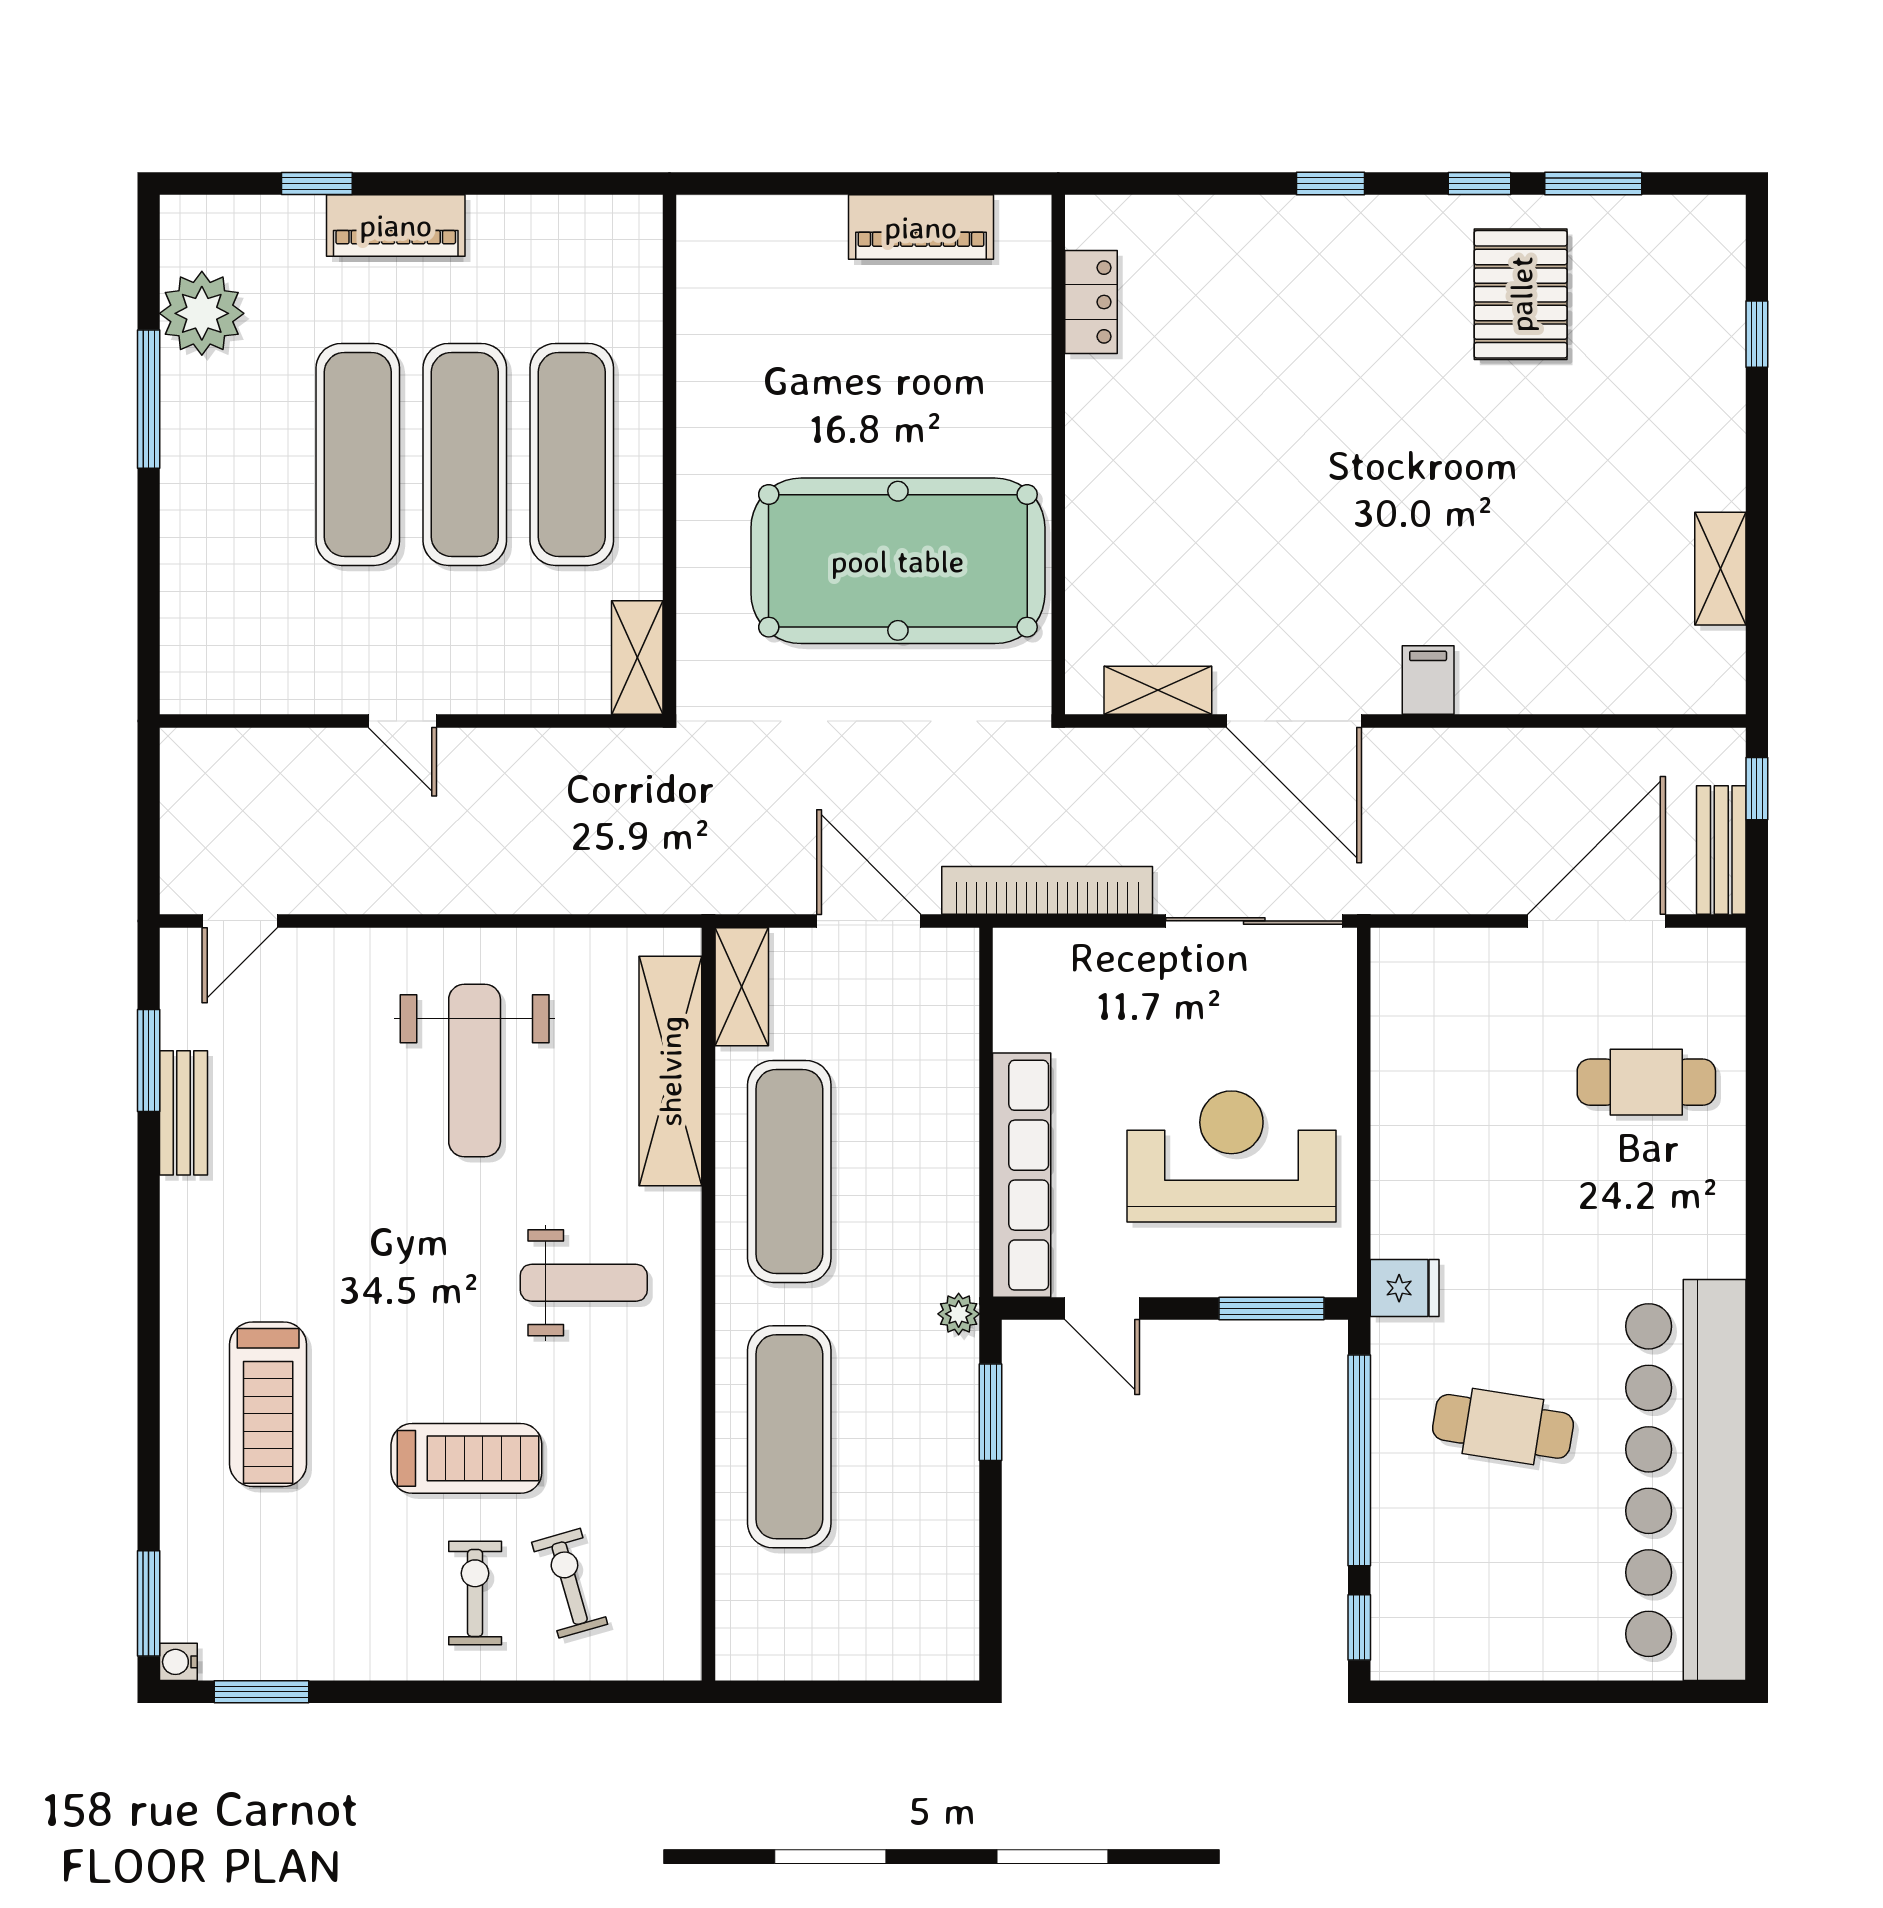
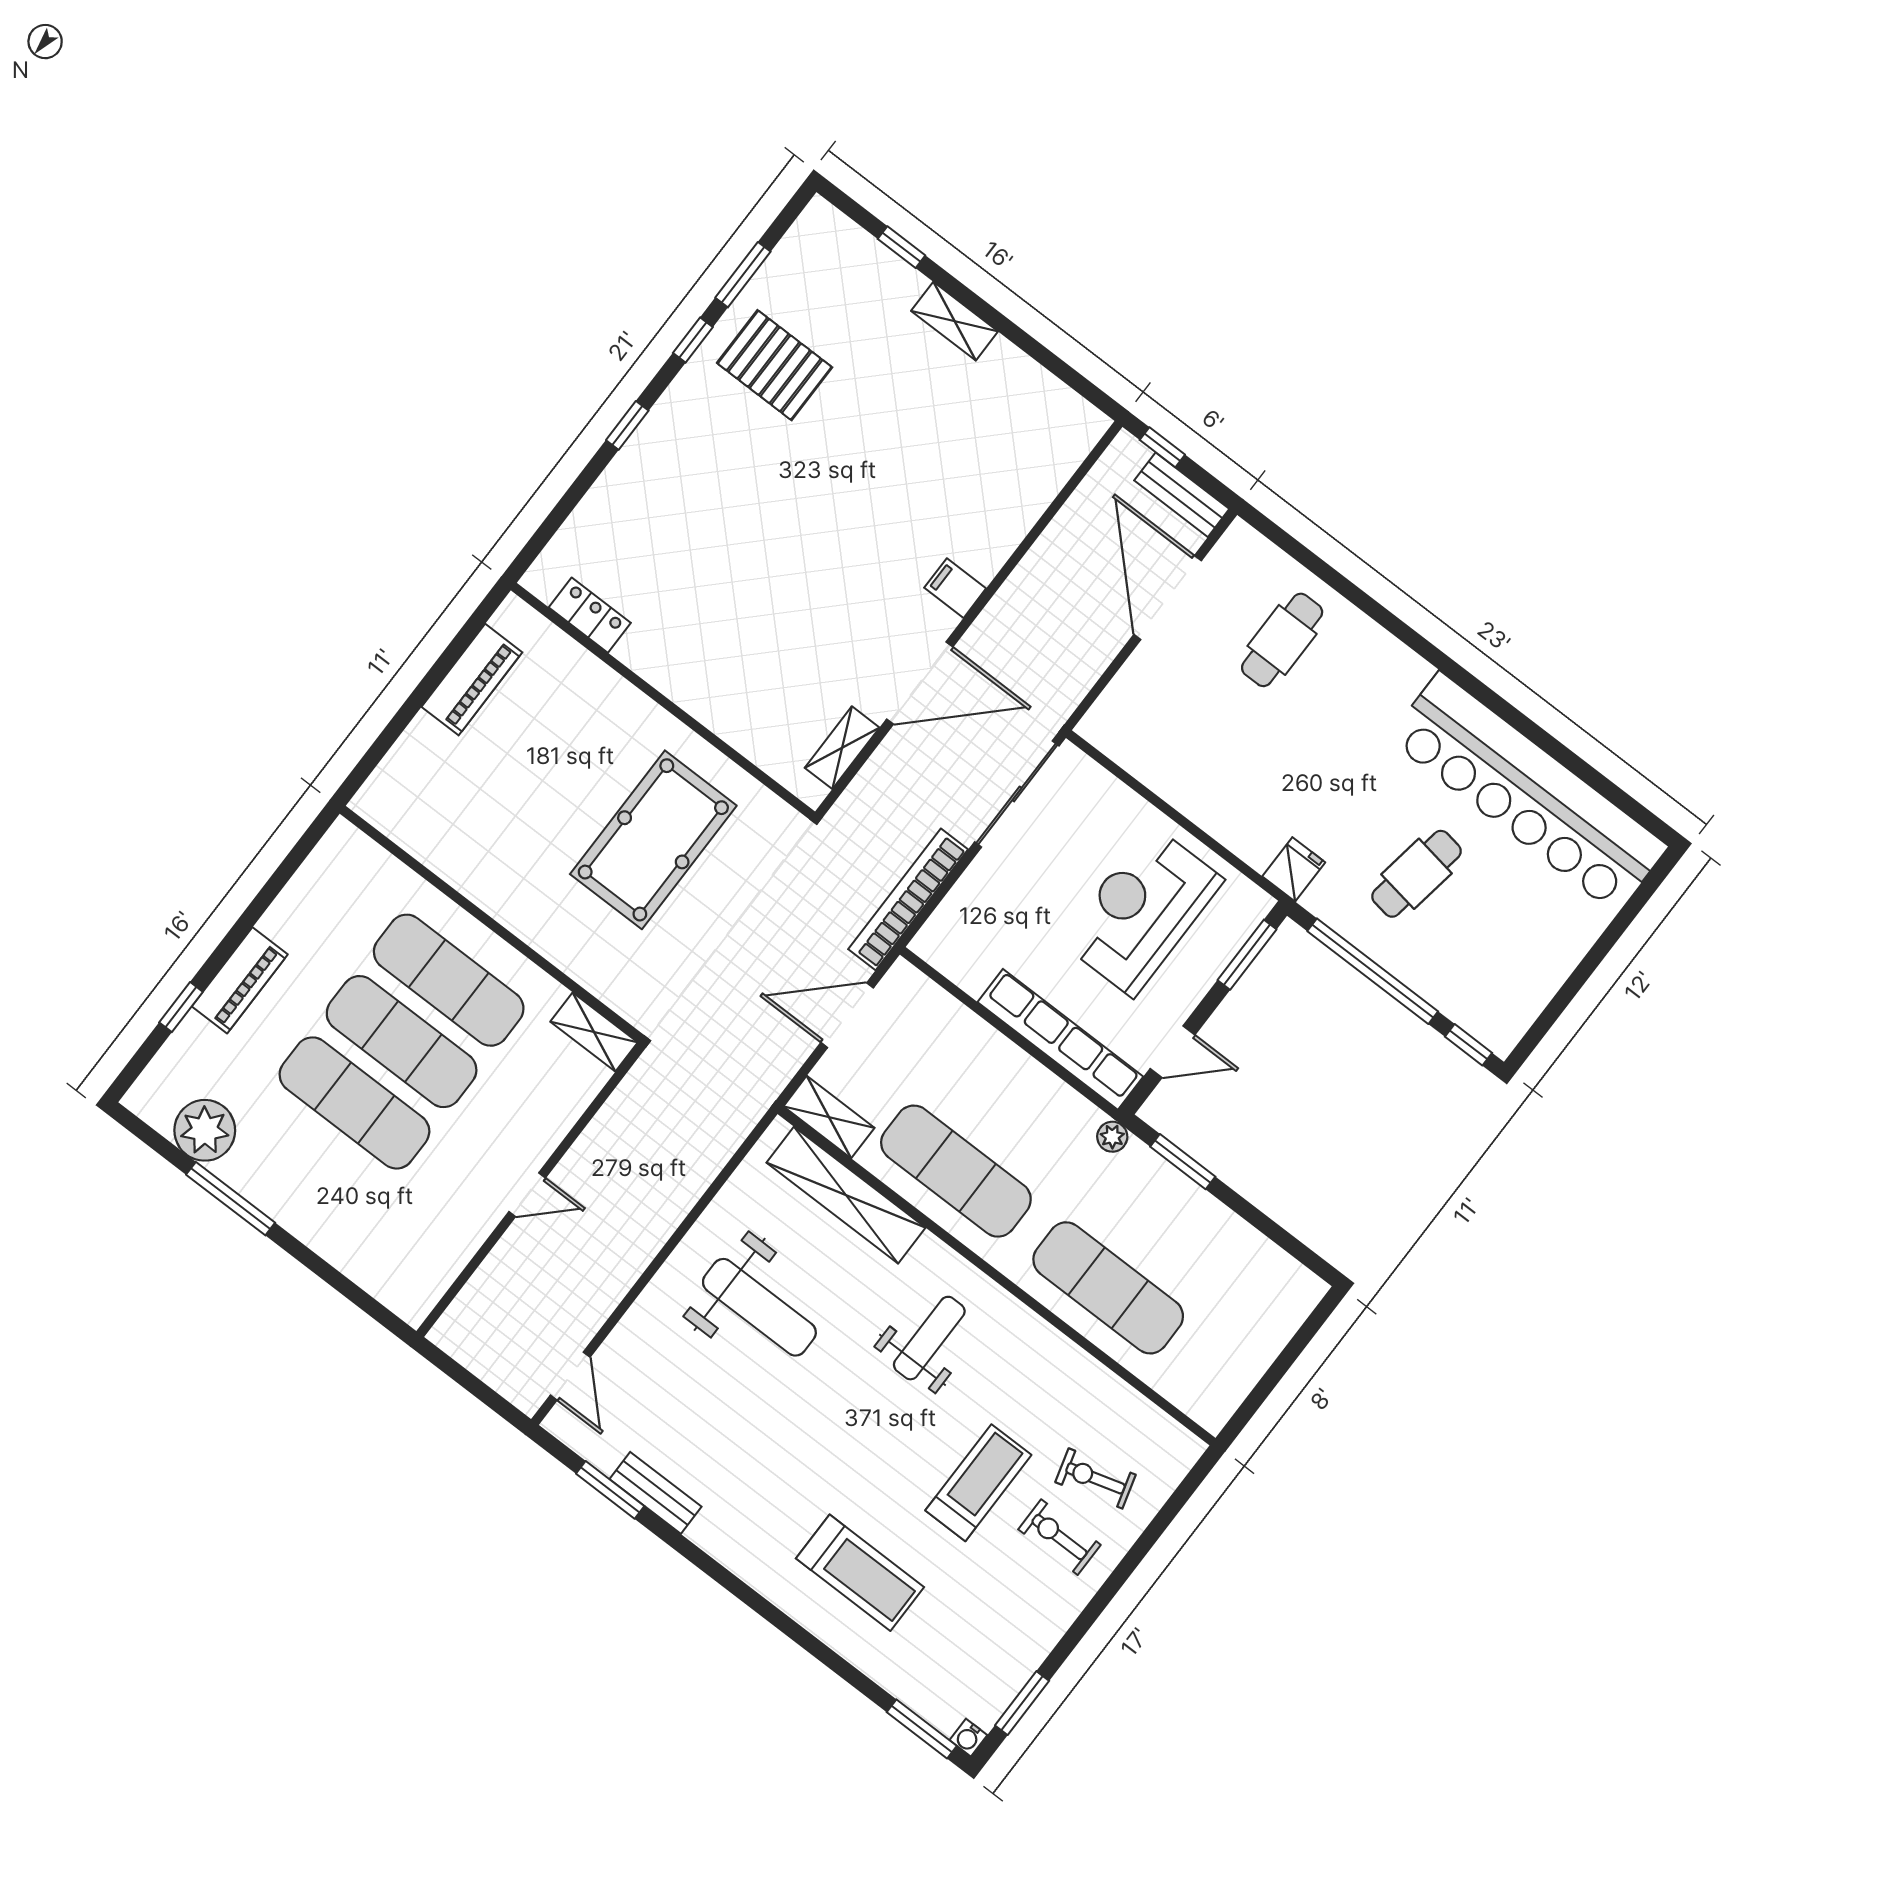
pool table: (898, 561) -> (653, 840), width x0.73, depth x0.76
shelving: (1720, 569) -> (955, 321), moved

